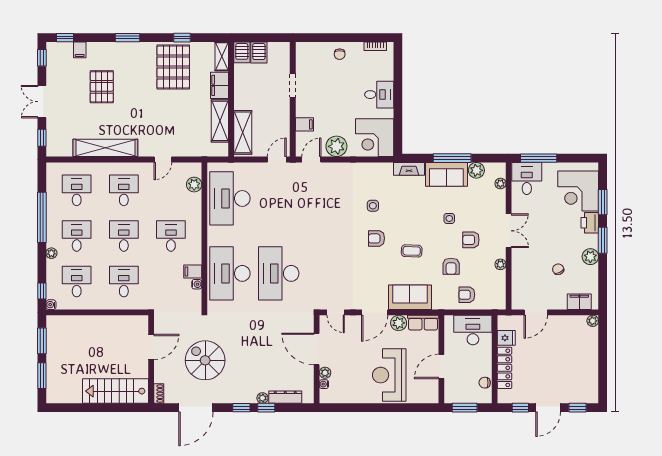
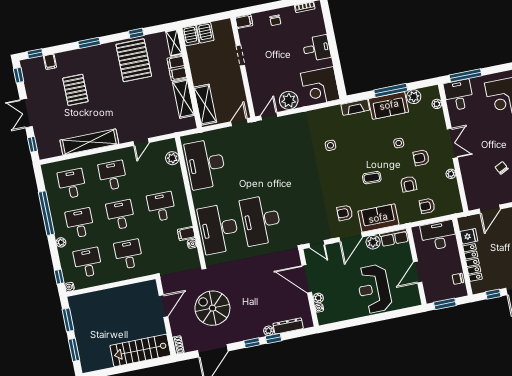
filing cabinet: (305, 124) -> (244, 21), moved
armchair: (376, 238) -> (345, 213), moved

